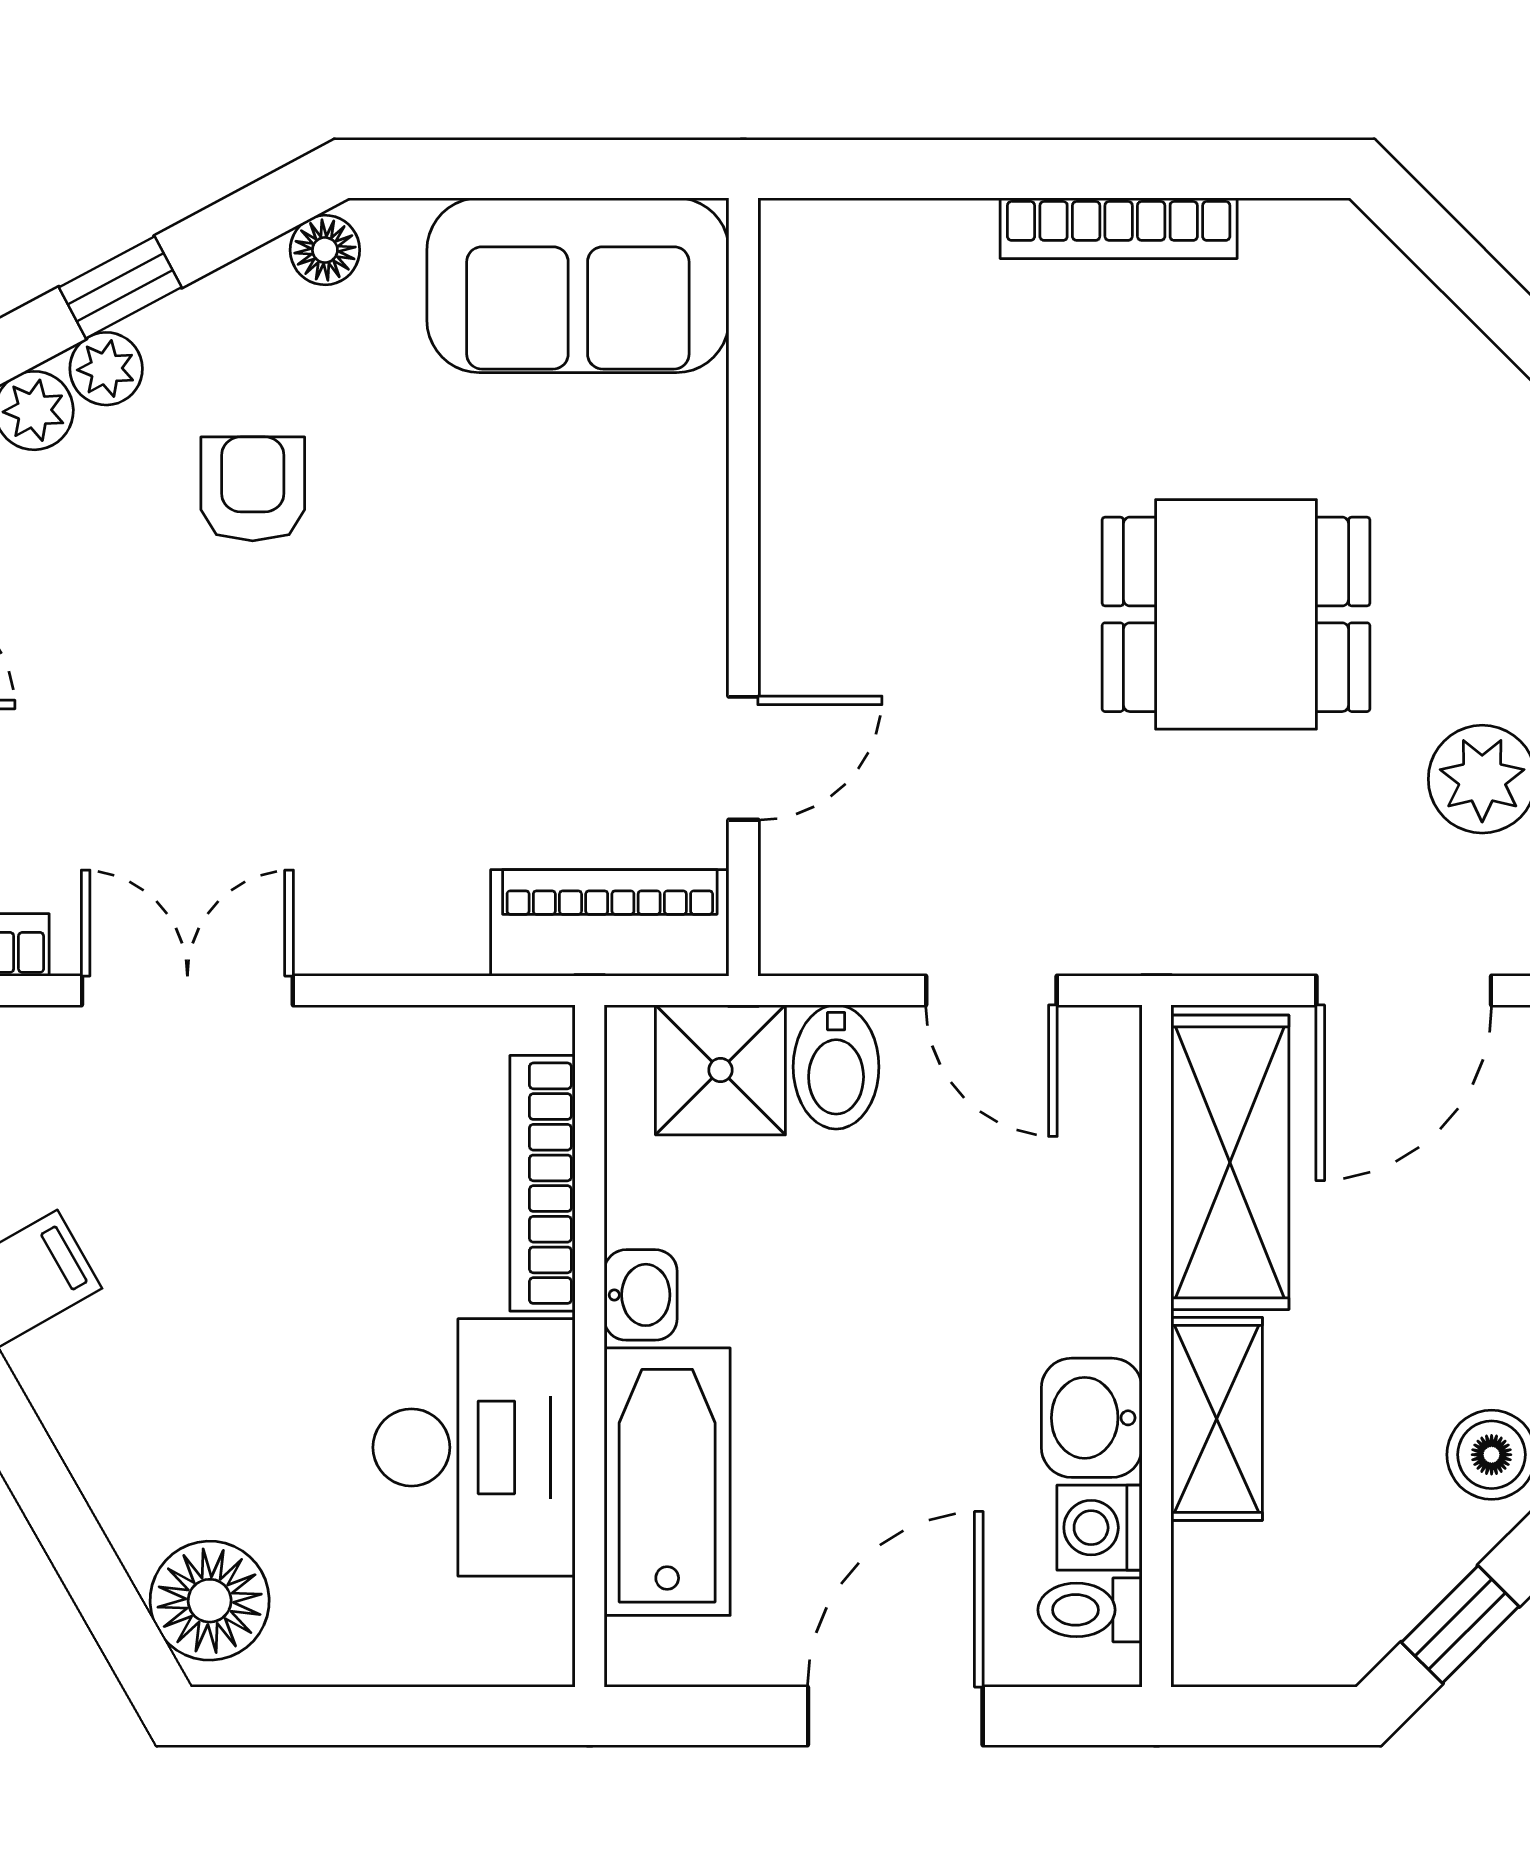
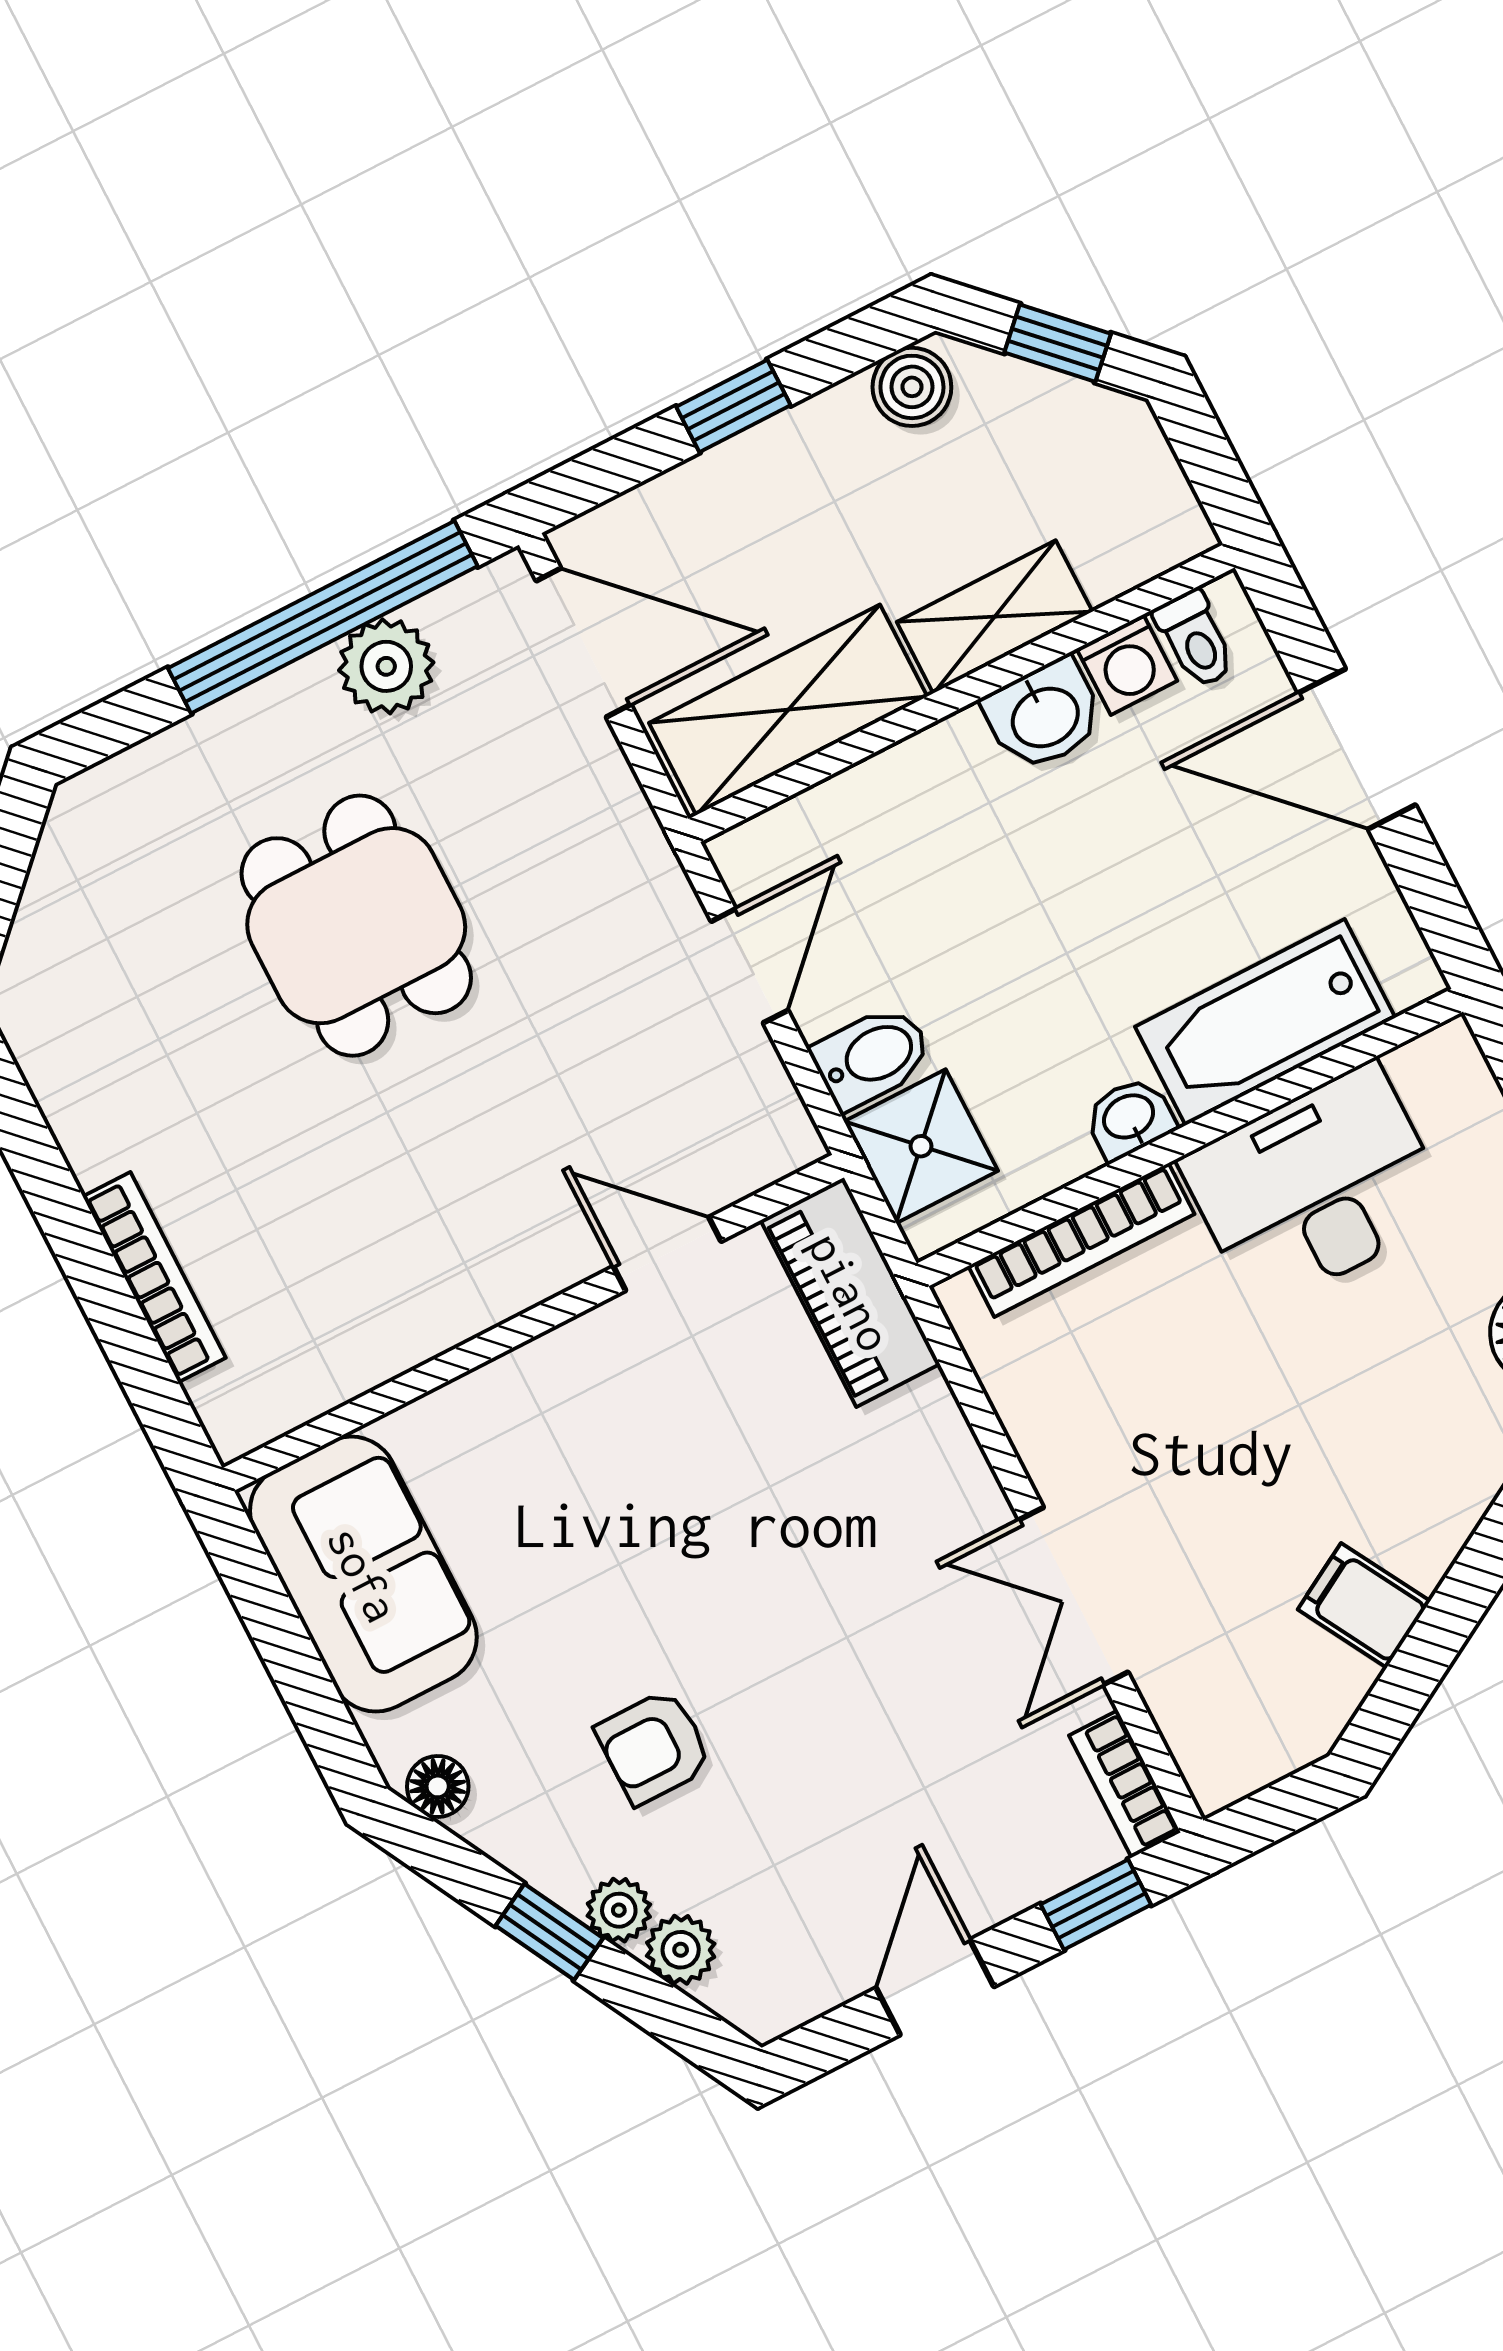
bookcase: (1119, 228) -> (154, 1277), moved

